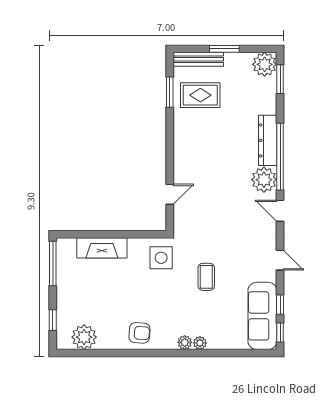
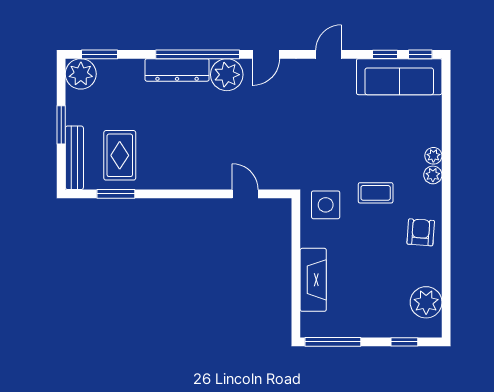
coffee table: (206, 277) -> (376, 193), moved

